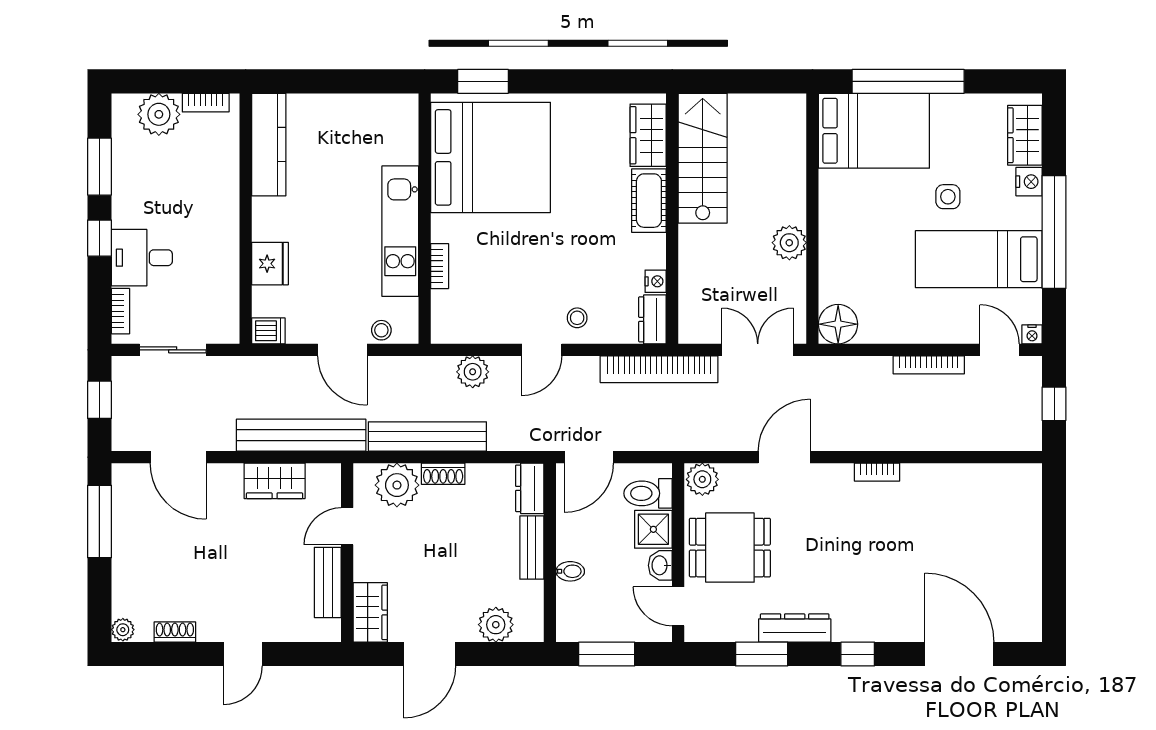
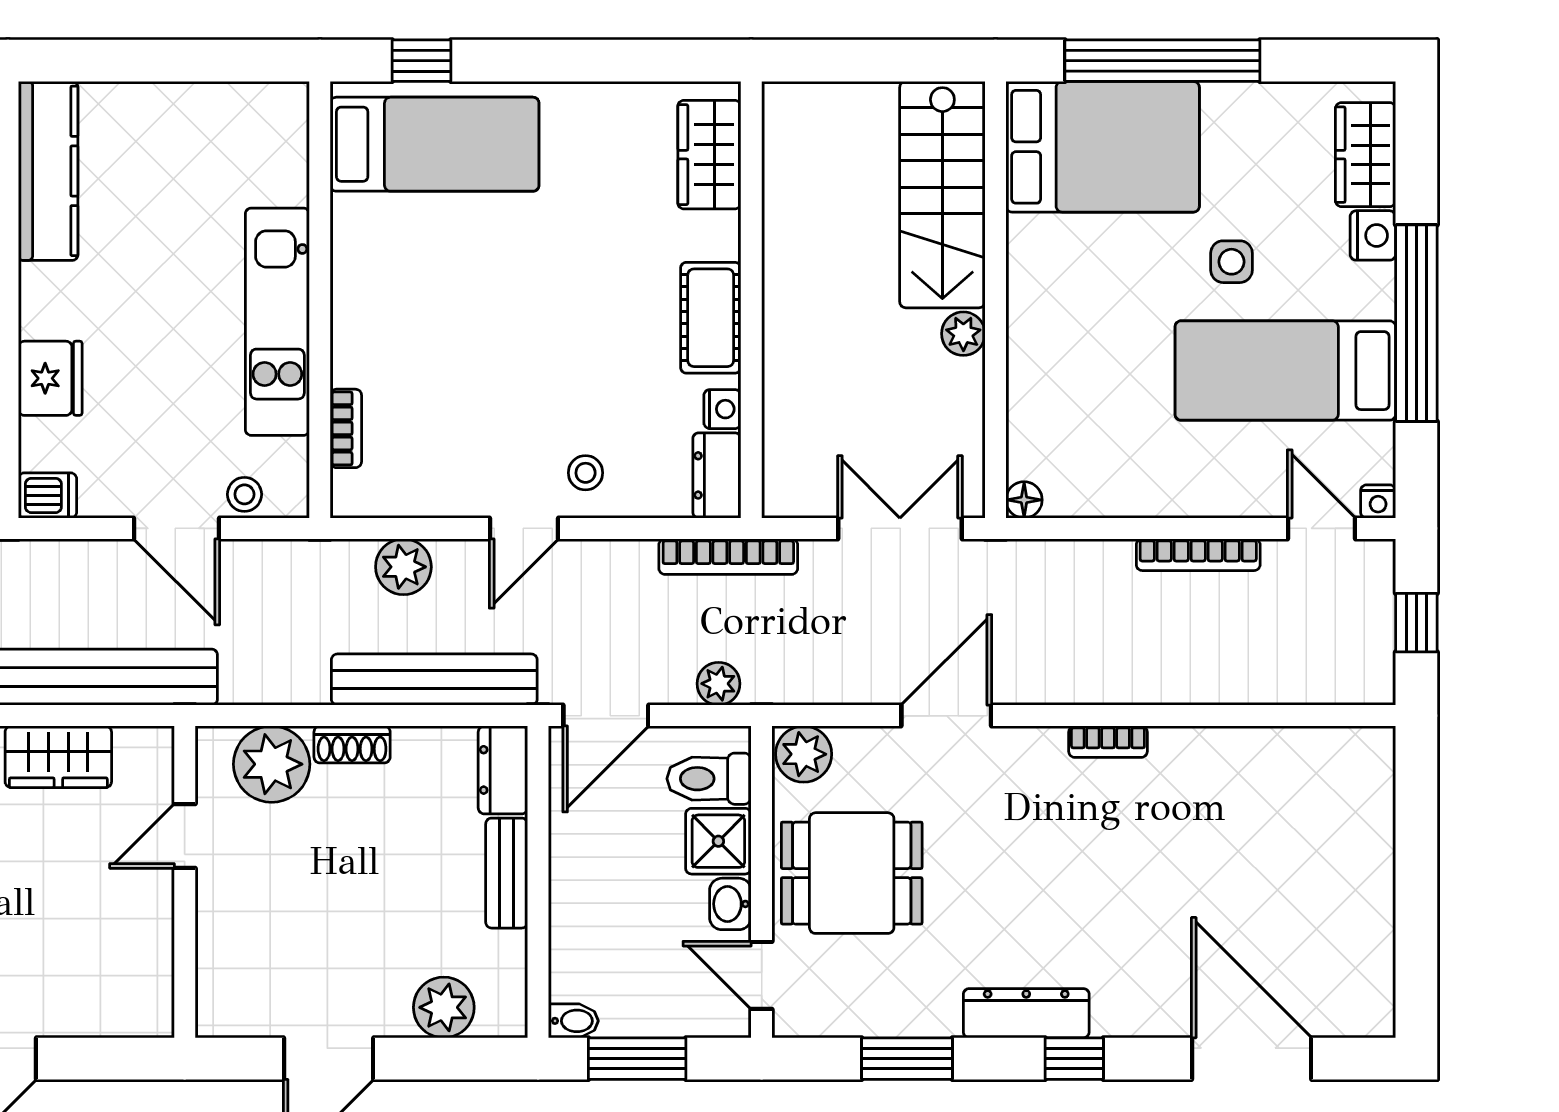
window: (483, 81) -> (422, 61), width x0.67
bed: (490, 157) -> (435, 144), width x0.49
stairs: (703, 158) -> (942, 195), moved, turned 180
cot: (649, 201) -> (711, 318), moved
plant: (789, 243) -> (963, 334), width x0.73, depth x0.73
bookcase: (440, 266) -> (346, 428), moved
floor lamp: (838, 324) -> (1024, 500), width x0.53, depth x0.53
bookcase: (659, 369) -> (728, 557), width x0.68, depth x0.76
bench: (427, 437) -> (434, 680), moved
plant: (653, 439) -> (719, 684), added
bidet: (570, 571) -> (573, 1021), moved
bench: (328, 582) -> (151, 934), removed
wardrobe: (370, 612) -> (225, 986), removed
dresser: (795, 628) -> (1026, 1013), moved

